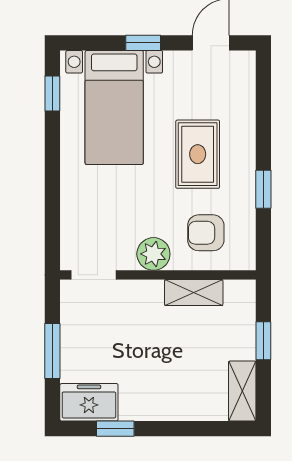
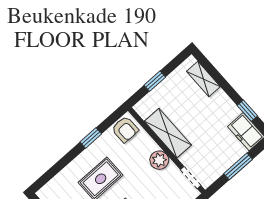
armchair: (206, 233) -> (125, 129), moved
shelving: (194, 293) -> (168, 133), width x1.50, depth x1.33
shelving: (242, 391) -> (203, 79), moved, turned 90

